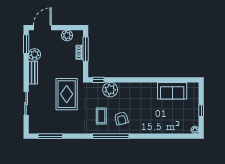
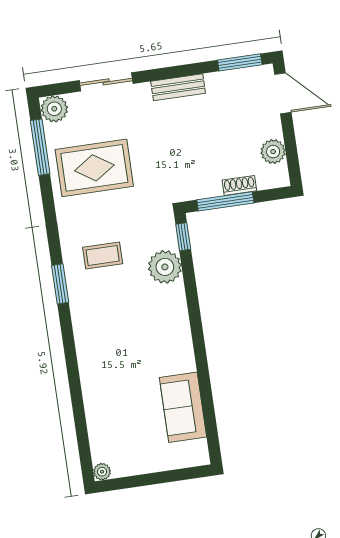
window: (86, 49) -> (225, 201), moved
plant: (35, 54) -> (54, 109), moved
rug: (67, 94) -> (94, 168), moved
window: (201, 111) -> (148, 479), removed
armchair: (121, 118) -> (104, 302), removed
window: (111, 136) -> (60, 284), width x0.47

